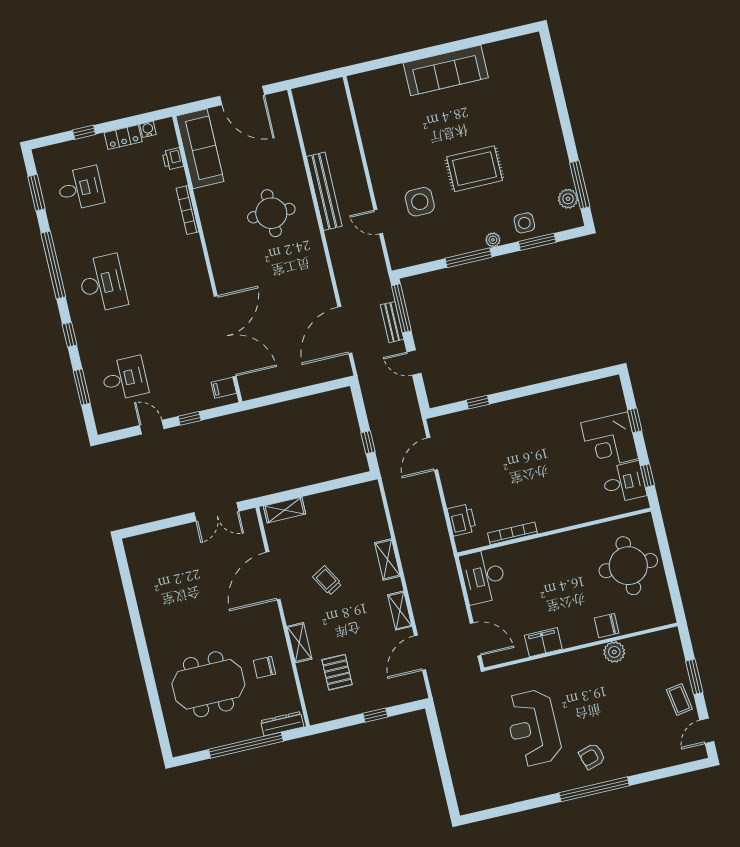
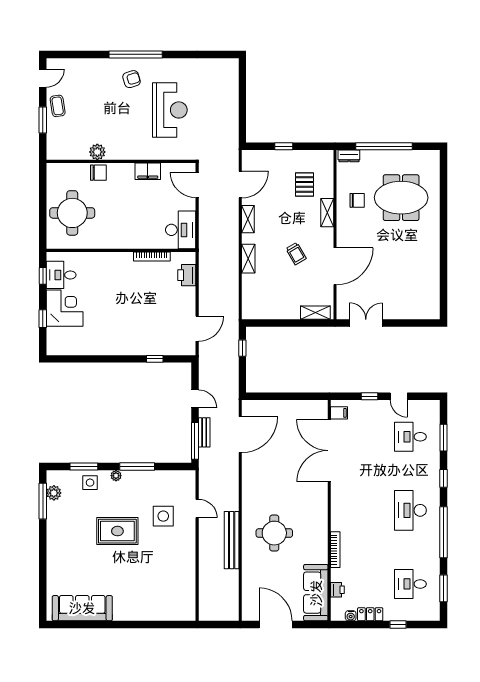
sofa: (446, 70) -> (82, 608), moved
dresser: (282, 724) -> (349, 156), width x0.70

